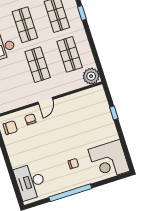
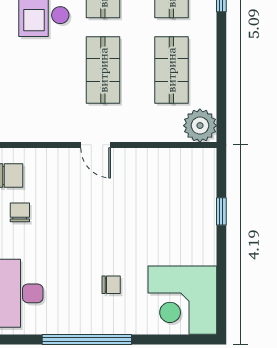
door: (45, 101) -> (96, 145), hinge flipped
chair: (30, 119) -> (20, 212), moved

